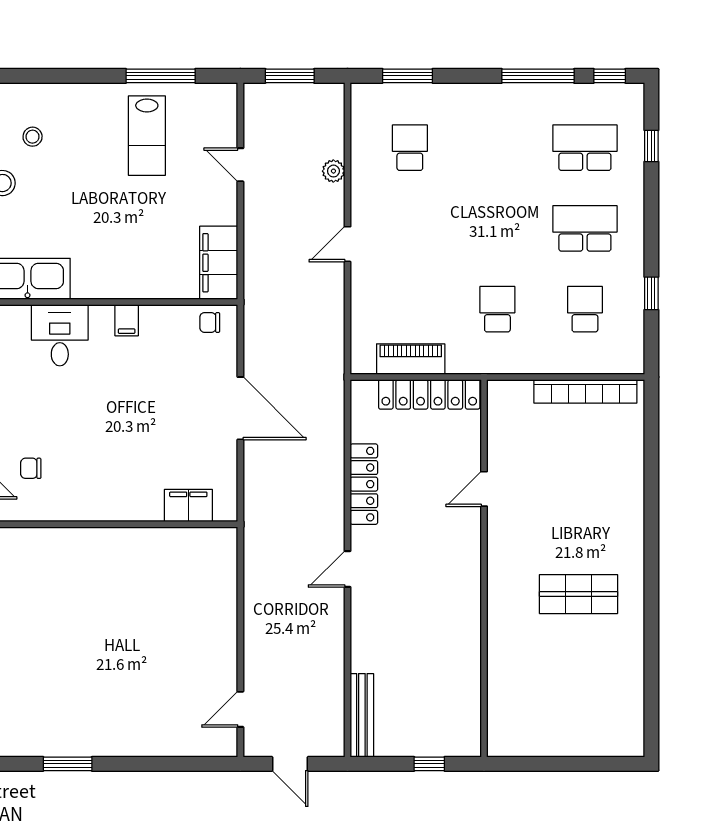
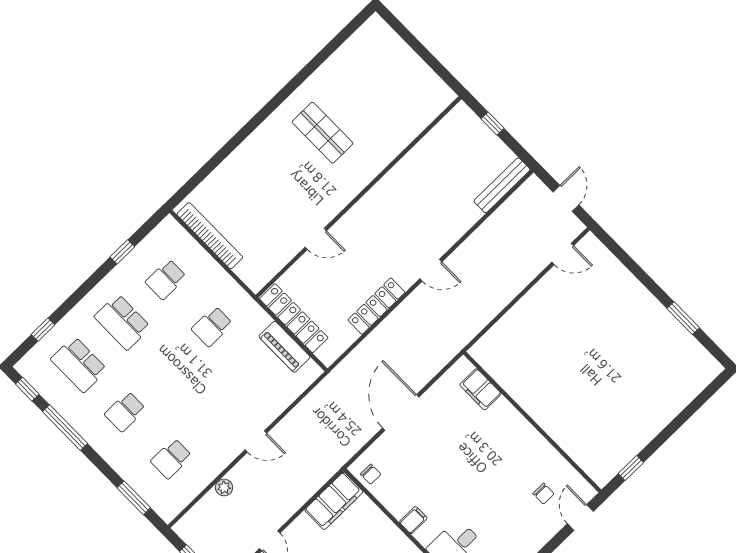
school desk: (497, 148) -> (125, 412), added

